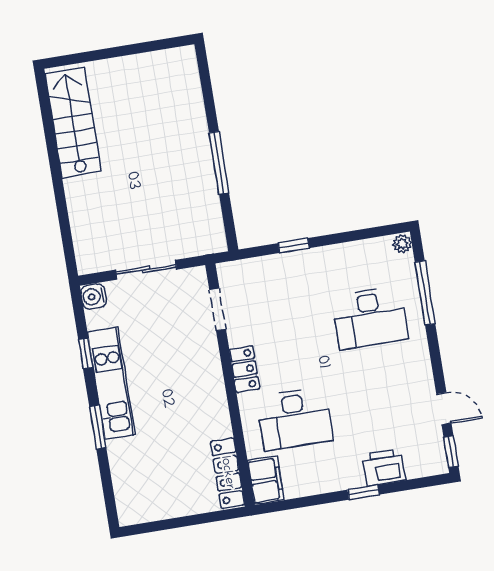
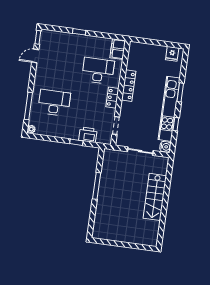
stairs: (73, 123) -> (155, 197), moved
kitchen unit: (111, 383) -> (169, 109), width x1.36
door: (444, 409) -> (35, 56), hinge flipped
printer: (384, 467) -> (88, 135), moved, turned 180
locker: (227, 473) -> (129, 86), moved
fridge: (142, 507) -> (172, 54), added

